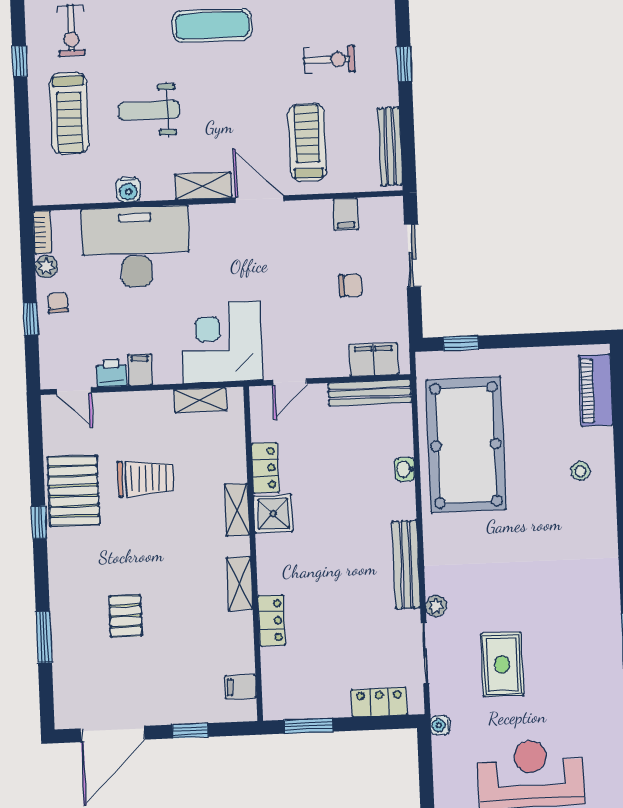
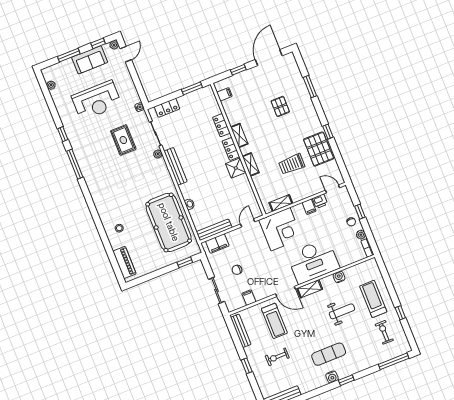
desk: (136, 247) -> (313, 261), moved
locker: (265, 468) -> (231, 149), moved

